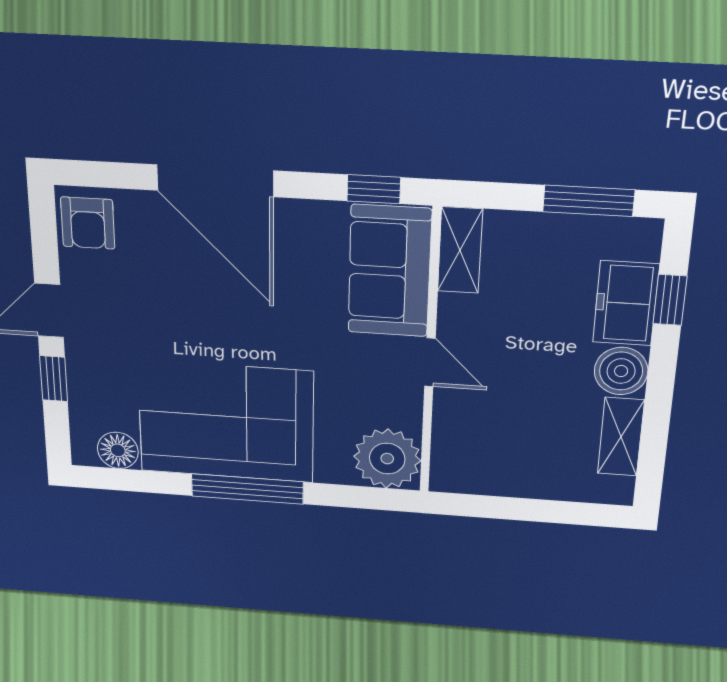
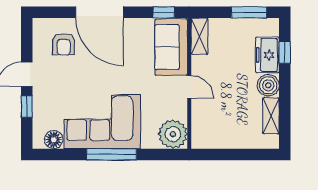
armchair: (88, 223) -> (64, 44), moved

